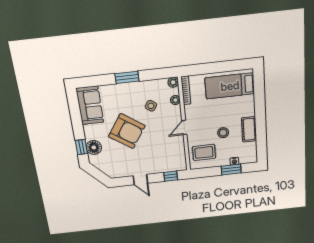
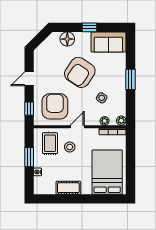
bed: (230, 86) -> (107, 172), width x1.50
door: (184, 127) -> (77, 127), hinge flipped
stool: (223, 133) -> (70, 147), moved
window: (81, 147) -> (90, 27), moved
armchair: (165, 152) -> (55, 106), added
window: (231, 170) -> (29, 157), moved

